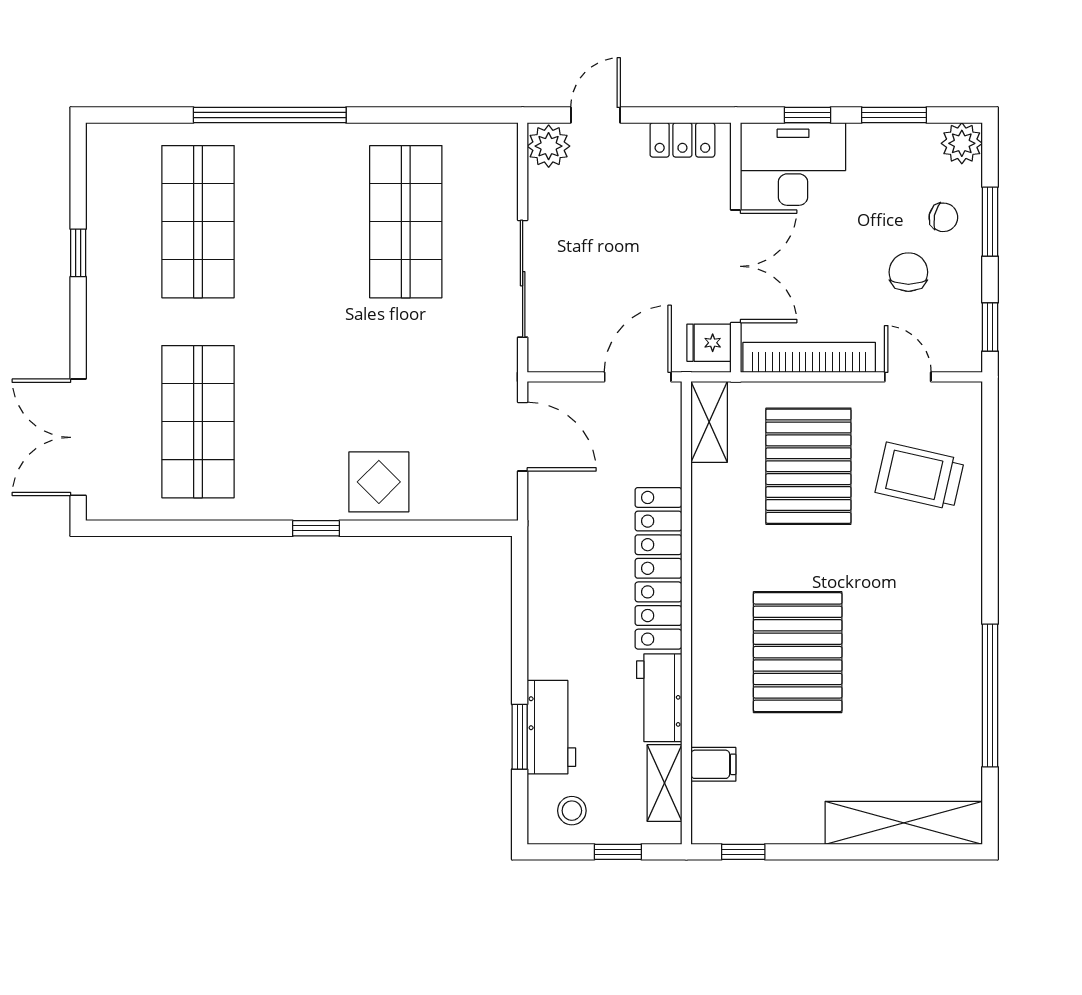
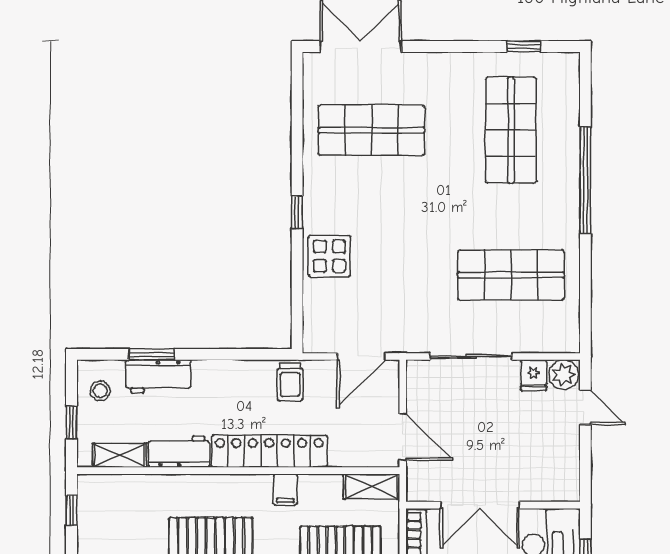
locker: (682, 140) -> (568, 468), removed
shop shelf: (198, 222) -> (511, 130), turned 90
window: (78, 253) -> (524, 46), moved
fridge: (709, 343) -> (534, 375), moved, turned 180
trolley: (559, 538) -> (290, 382), added
filing cabinet: (713, 764) -> (285, 490), moved

